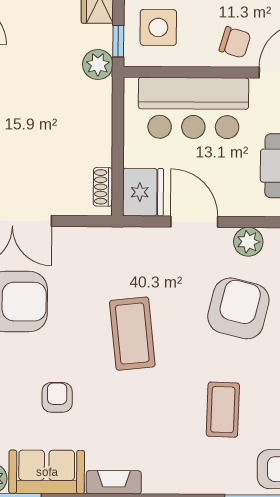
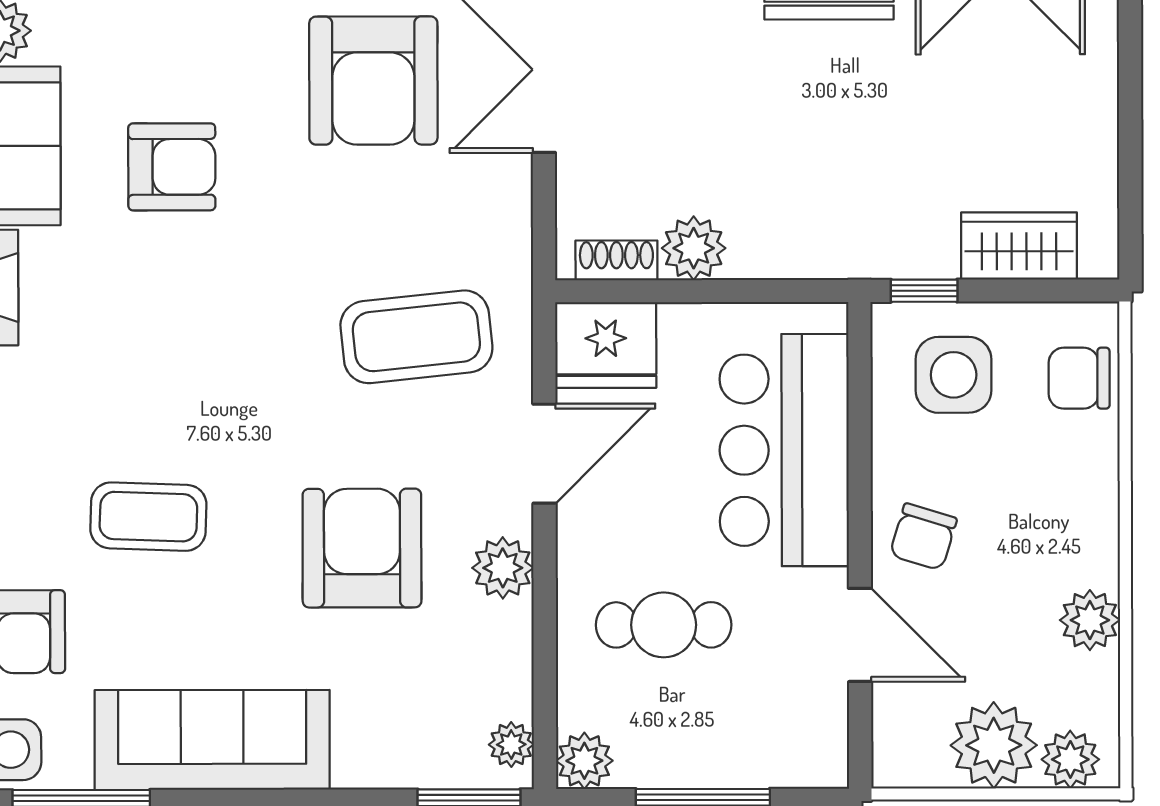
plant: (98, 65) -> (694, 248), moved
armchair: (238, 308) -> (362, 548), turned -104
coffee table: (132, 334) -> (416, 337), moved
armchair: (57, 397) -> (172, 167), width x1.38, depth x1.38

